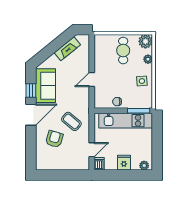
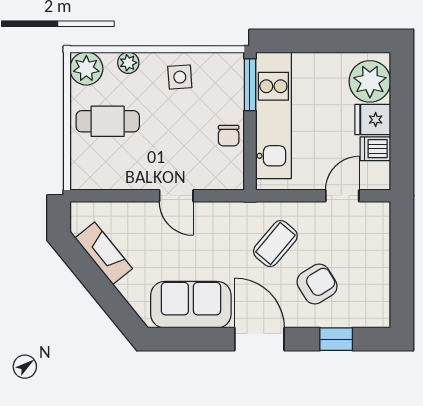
window: (31, 90) -> (336, 339), moved
armchair: (54, 139) -> (317, 284), turned 132
door: (92, 150) -> (342, 196), hinge flipped
dishwasher: (99, 164) -> (375, 149), moved
plant: (144, 166) -> (370, 81), width x1.87, depth x1.87

